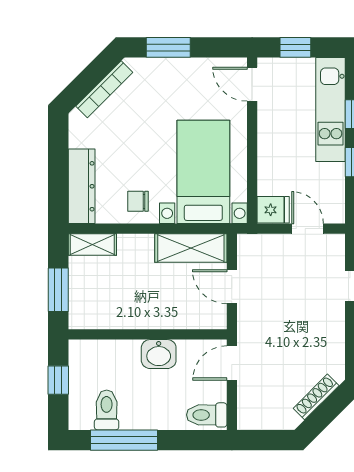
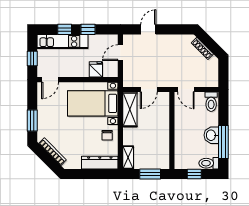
fridge: (273, 210) -> (96, 69), moved
washbasin: (159, 354) -> (211, 135), moved, turned 180
toilet: (107, 410) -> (209, 163), moved

